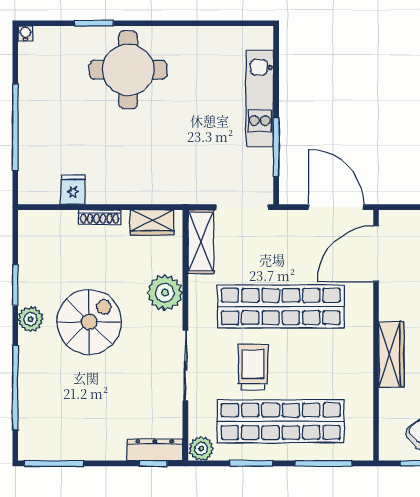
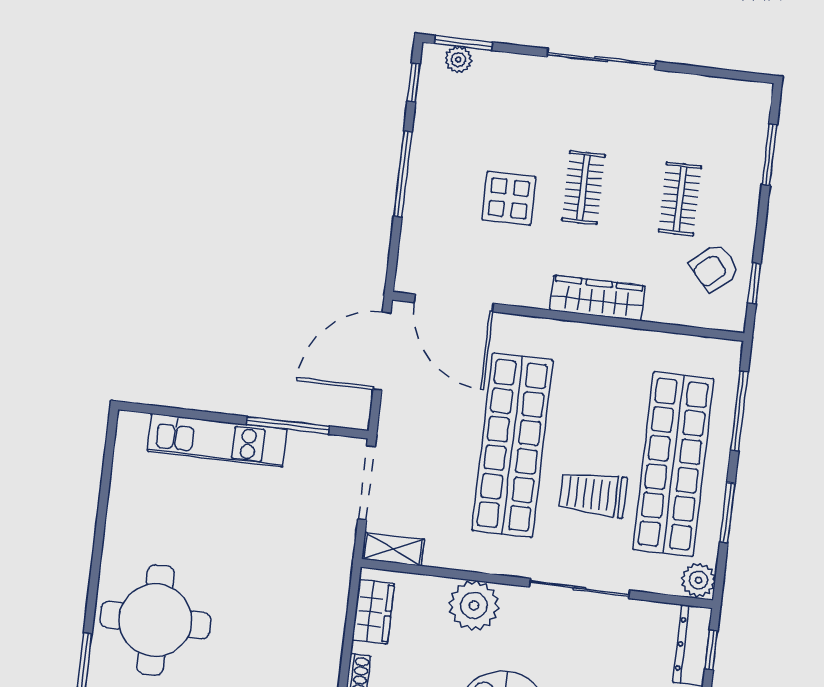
shelving: (201, 242) -> (393, 549), width x0.67, depth x0.75

